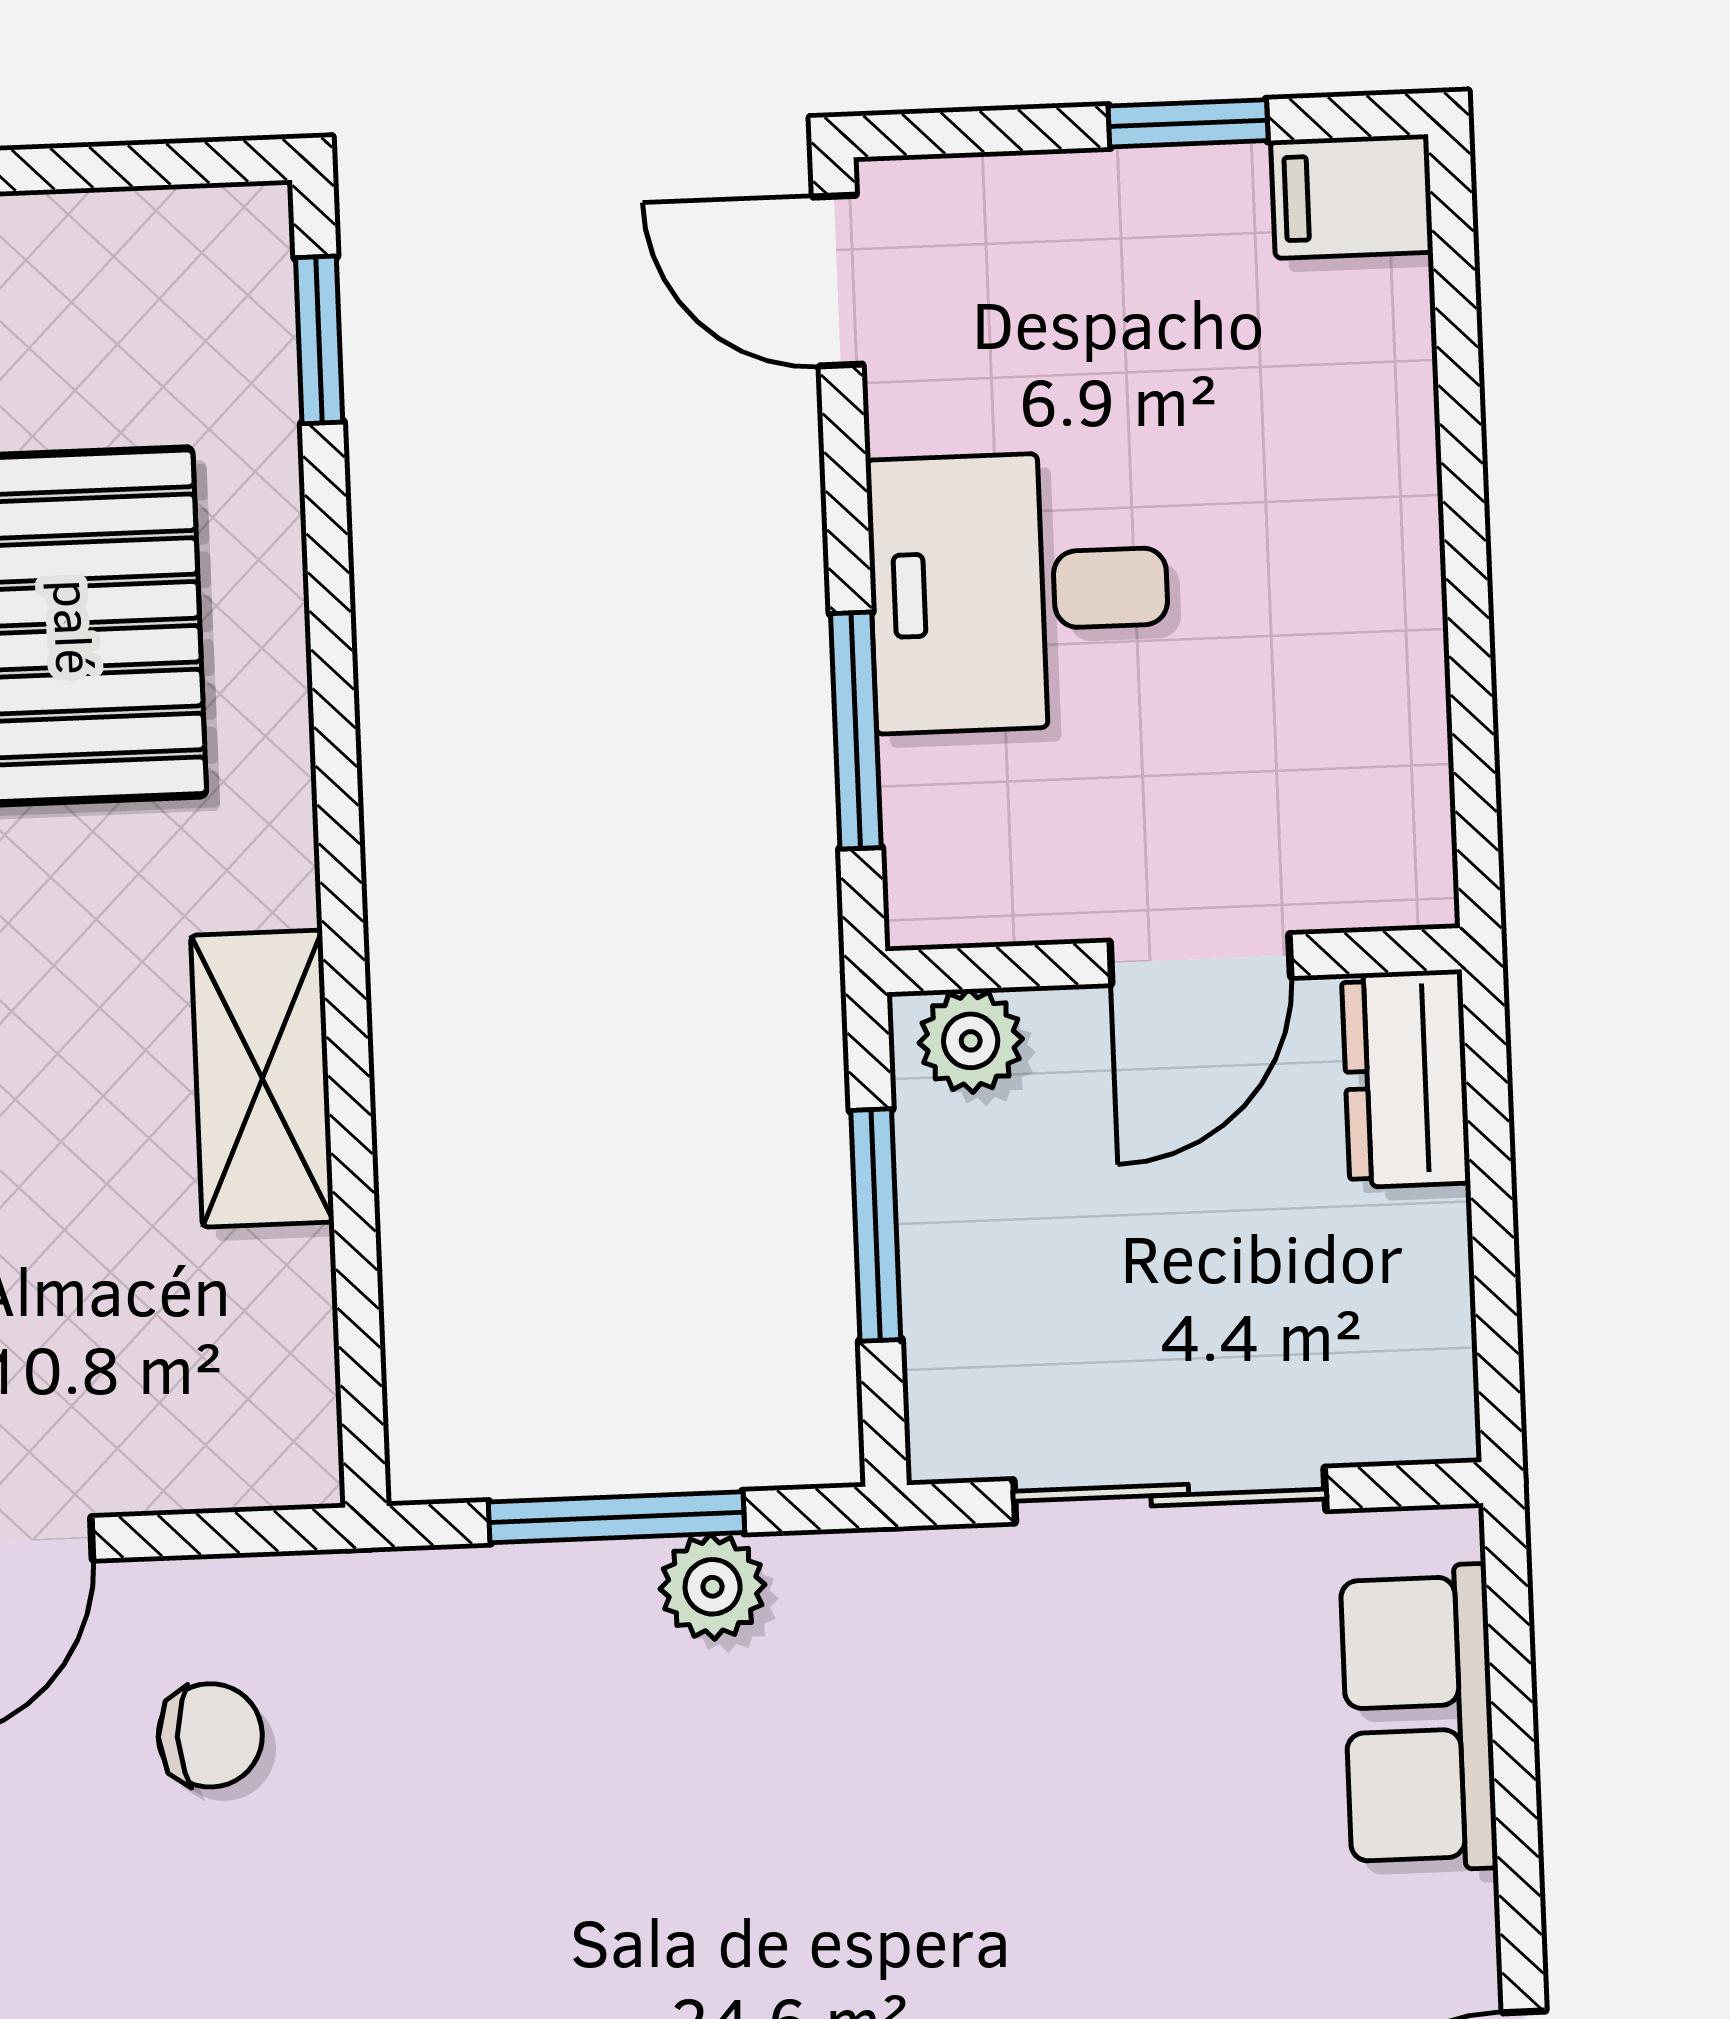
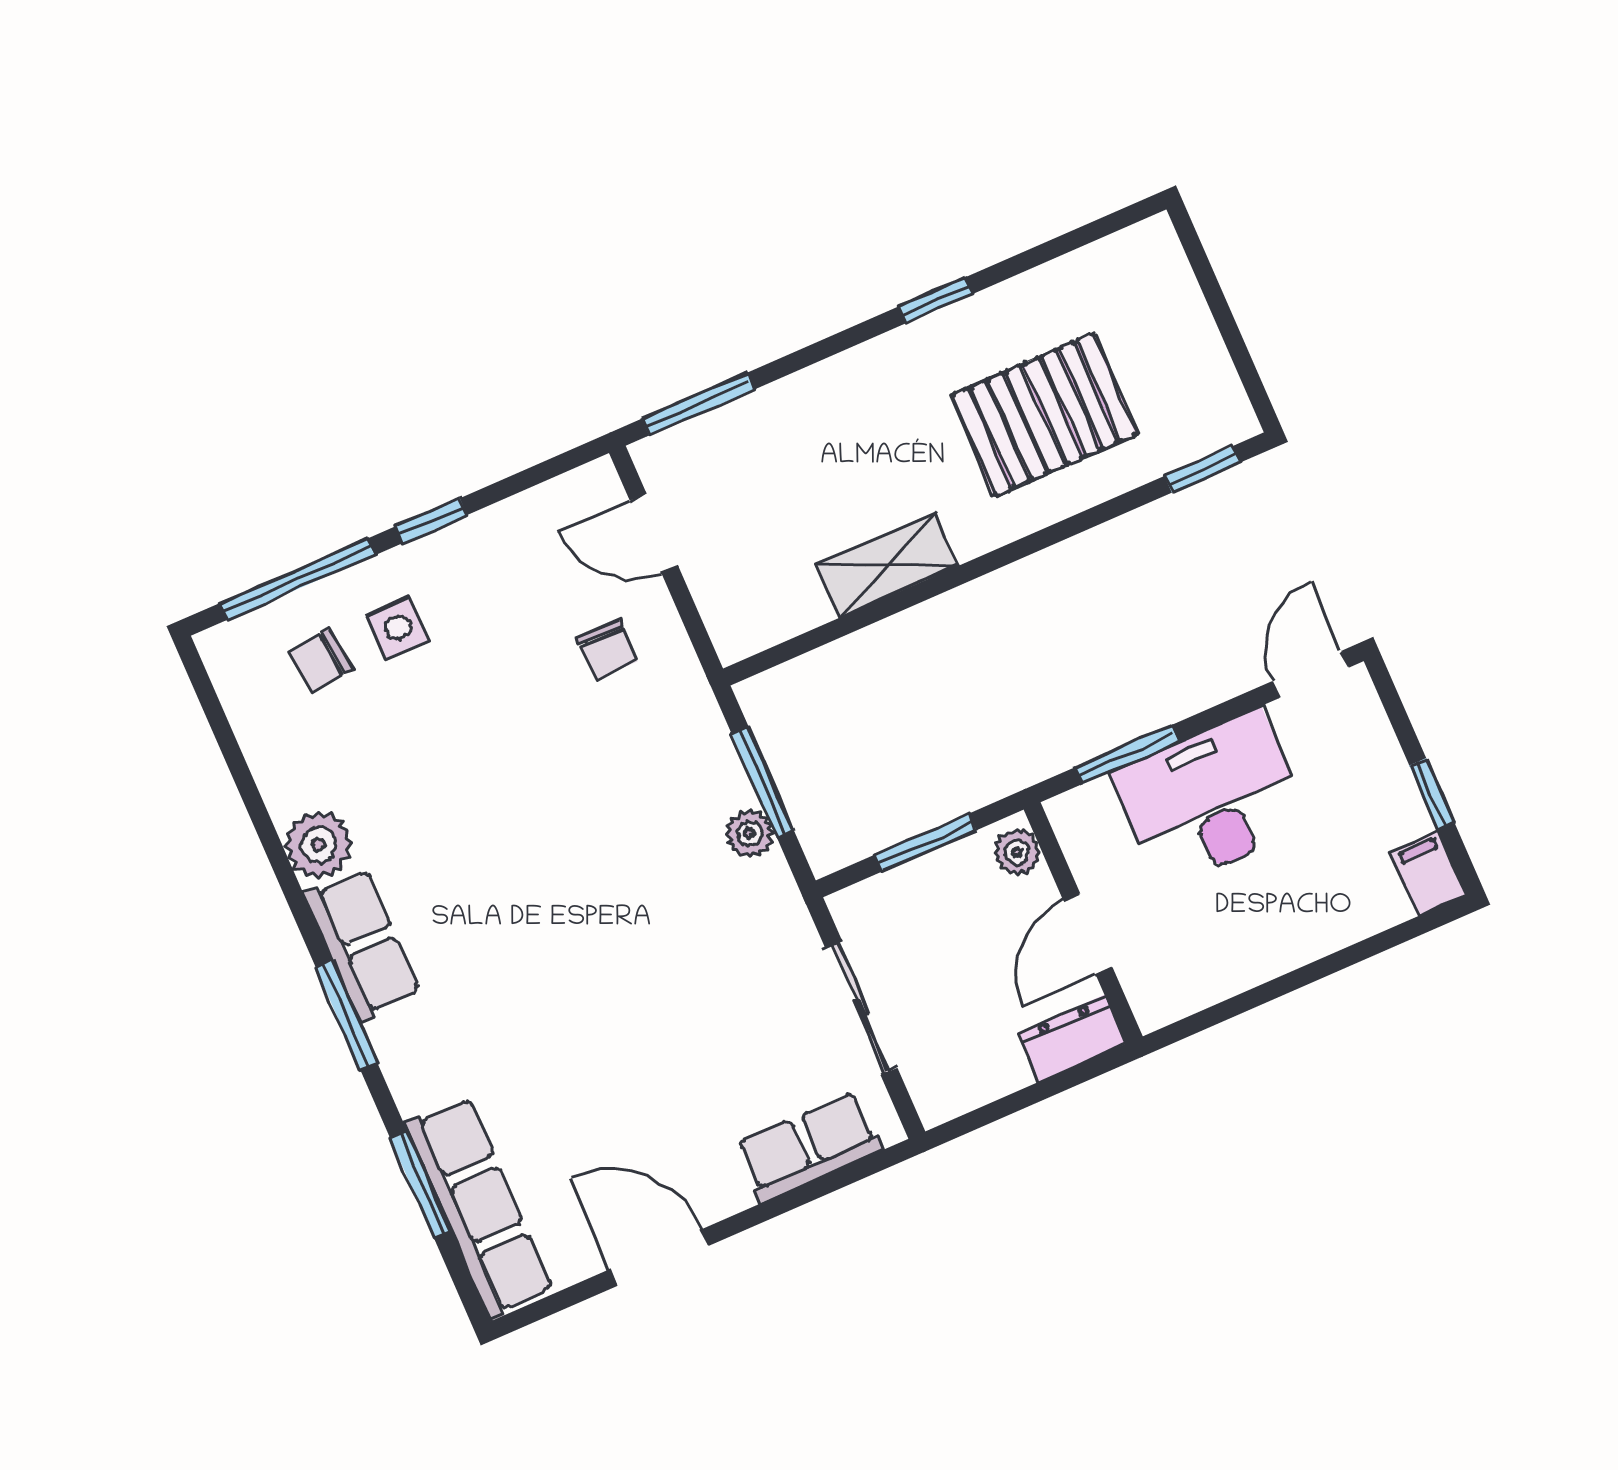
desk: (1019, 591) -> (1211, 800), width x1.37
door: (1200, 959) -> (1088, 934), hinge flipped

